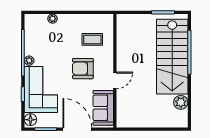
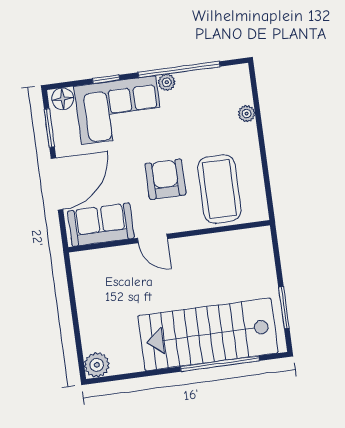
coffee table: (92, 39) -> (219, 189), width x1.86, depth x1.72
plant: (181, 102) -> (97, 365), moved

